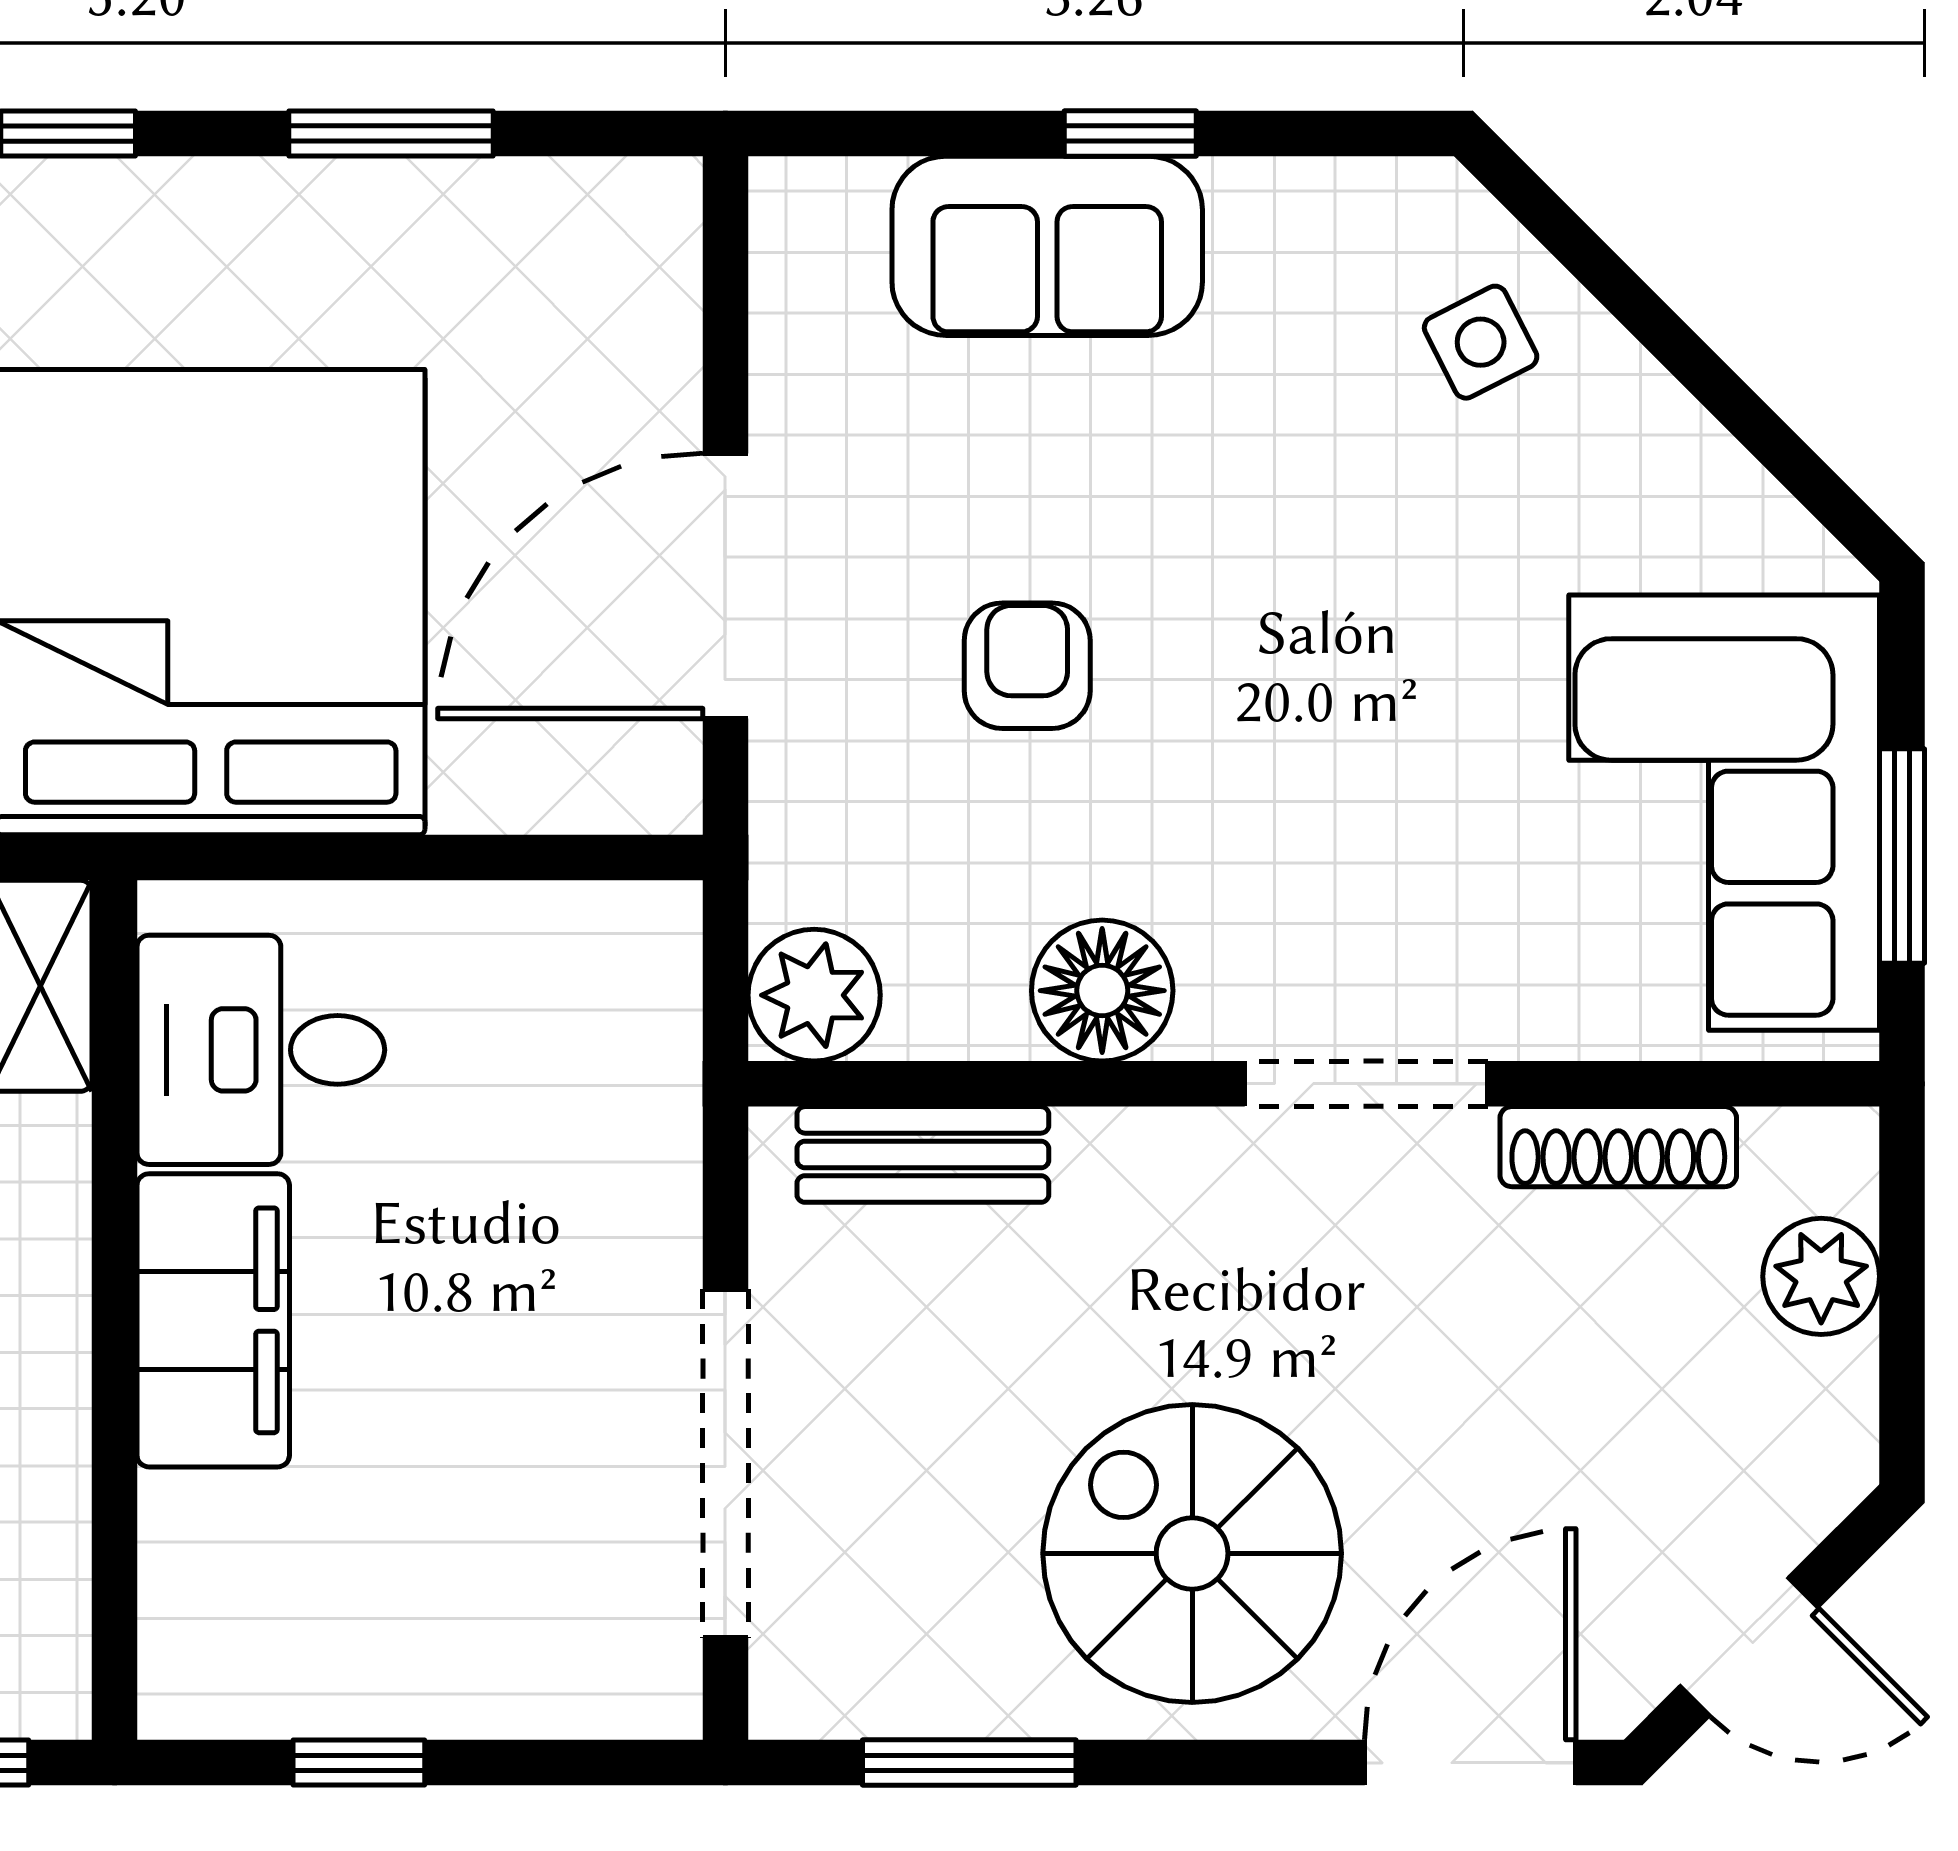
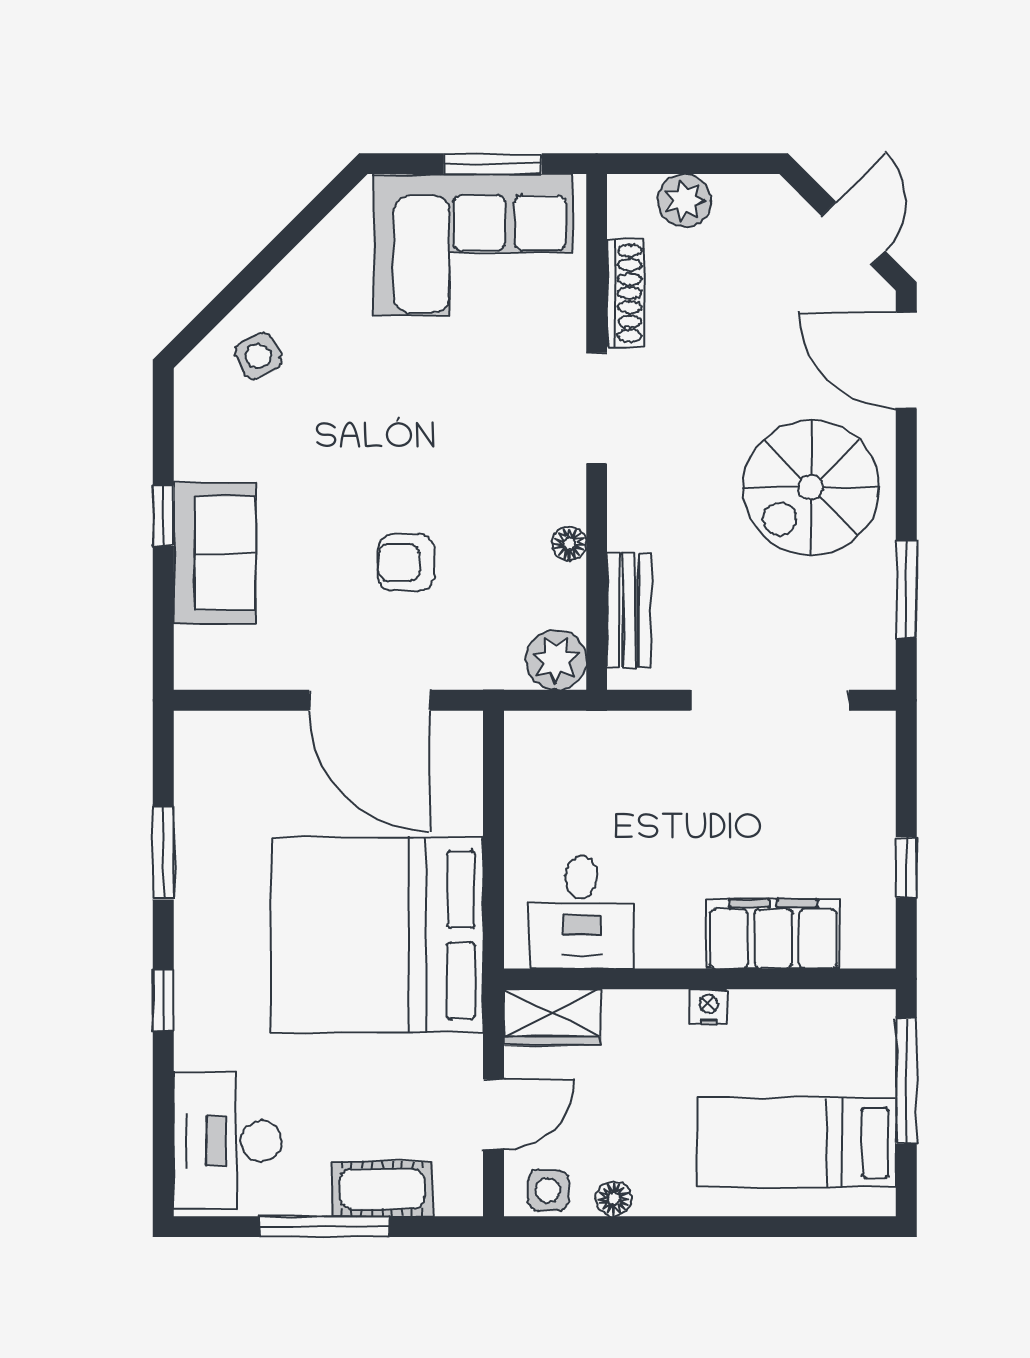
floor lamp: (1102, 991) -> (569, 544), width x0.53, depth x0.53
filing cabinet: (213, 1320) -> (773, 934), moved
nightstand: (53, 1329) -> (709, 1007), added

